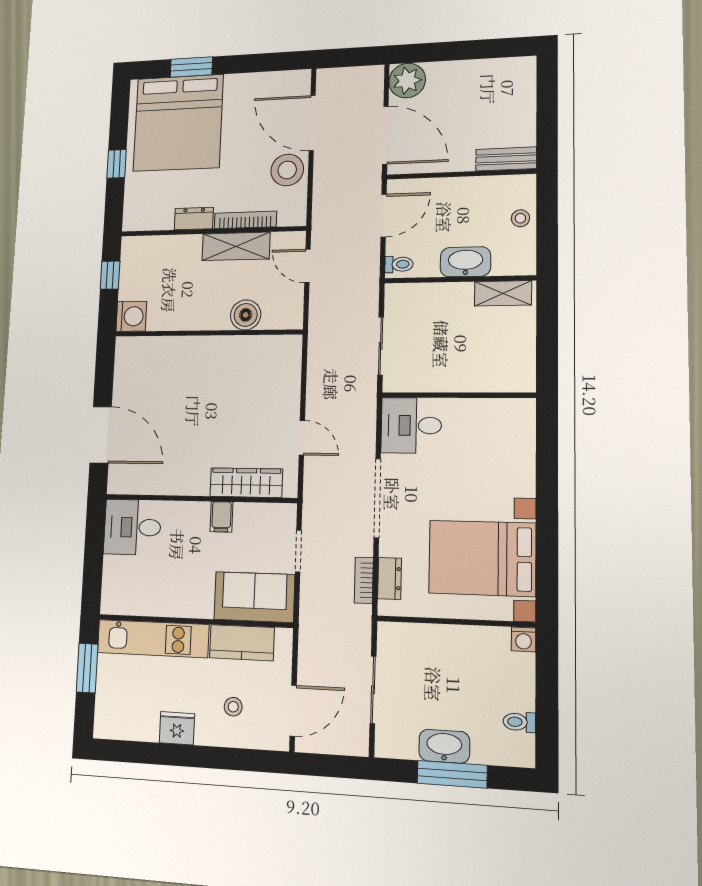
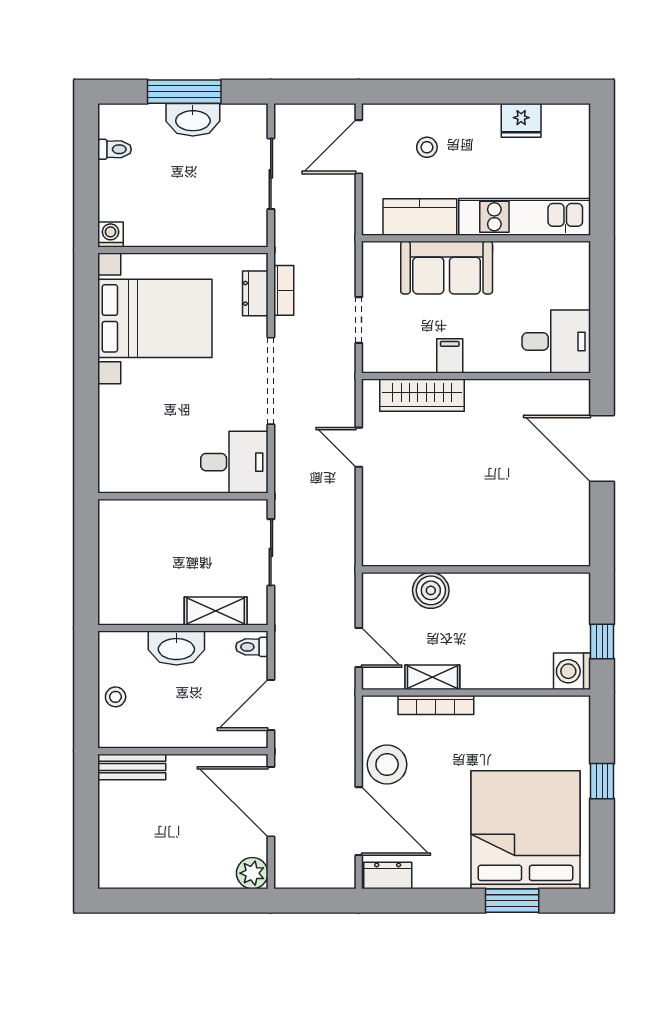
plant: (407, 81) -> (252, 873), width x0.73, depth x0.73
dresser: (194, 219) -> (388, 875), moved, turned 180
shelving: (236, 246) -> (432, 677), width x0.67, depth x0.75
shelving: (503, 293) -> (216, 611), moved
washing machine: (131, 316) -> (572, 671), moved
sofa: (254, 597) -> (447, 268), moved
window: (87, 668) -> (602, 180), removed
fridge: (177, 728) -> (521, 120), moved

